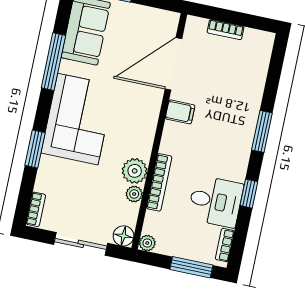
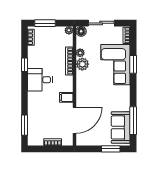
window: (53, 62) -> (133, 121), moved
corner sofa: (78, 119) -> (115, 65), moved
window: (262, 131) -> (25, 125), moved
desk: (215, 201) -> (40, 80), moved

